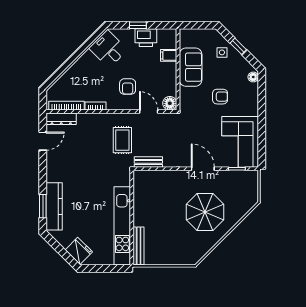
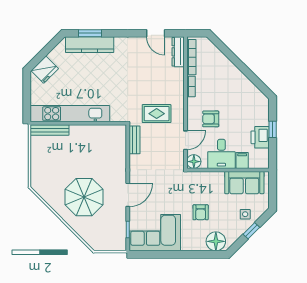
desk: (108, 49) -> (221, 154), moved, turned 135
sofa: (191, 67) -> (244, 183), moved
floor lamp: (253, 77) -> (216, 241), width x1.89, depth x1.89

